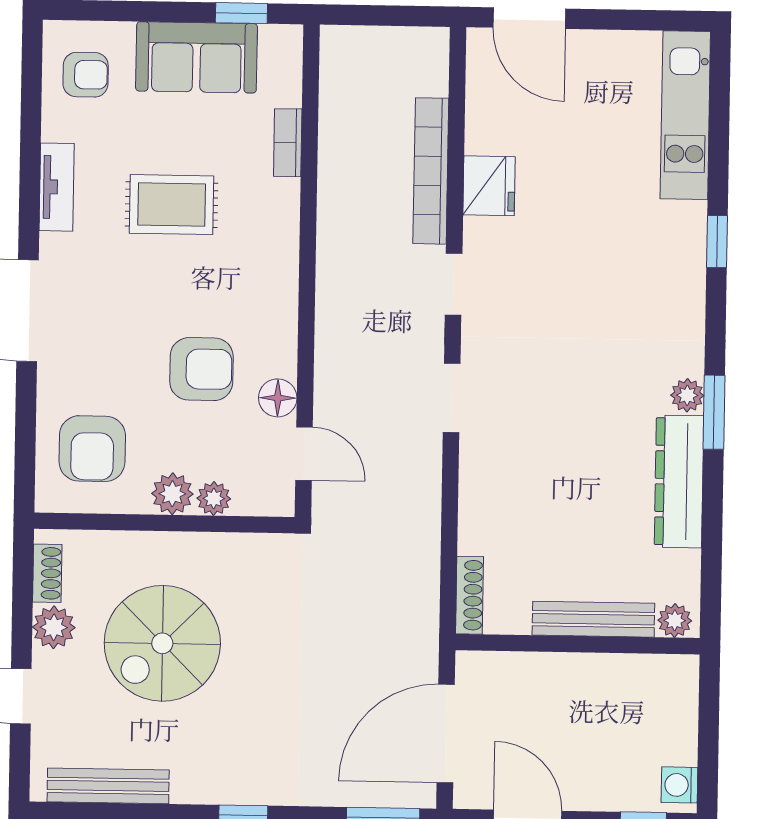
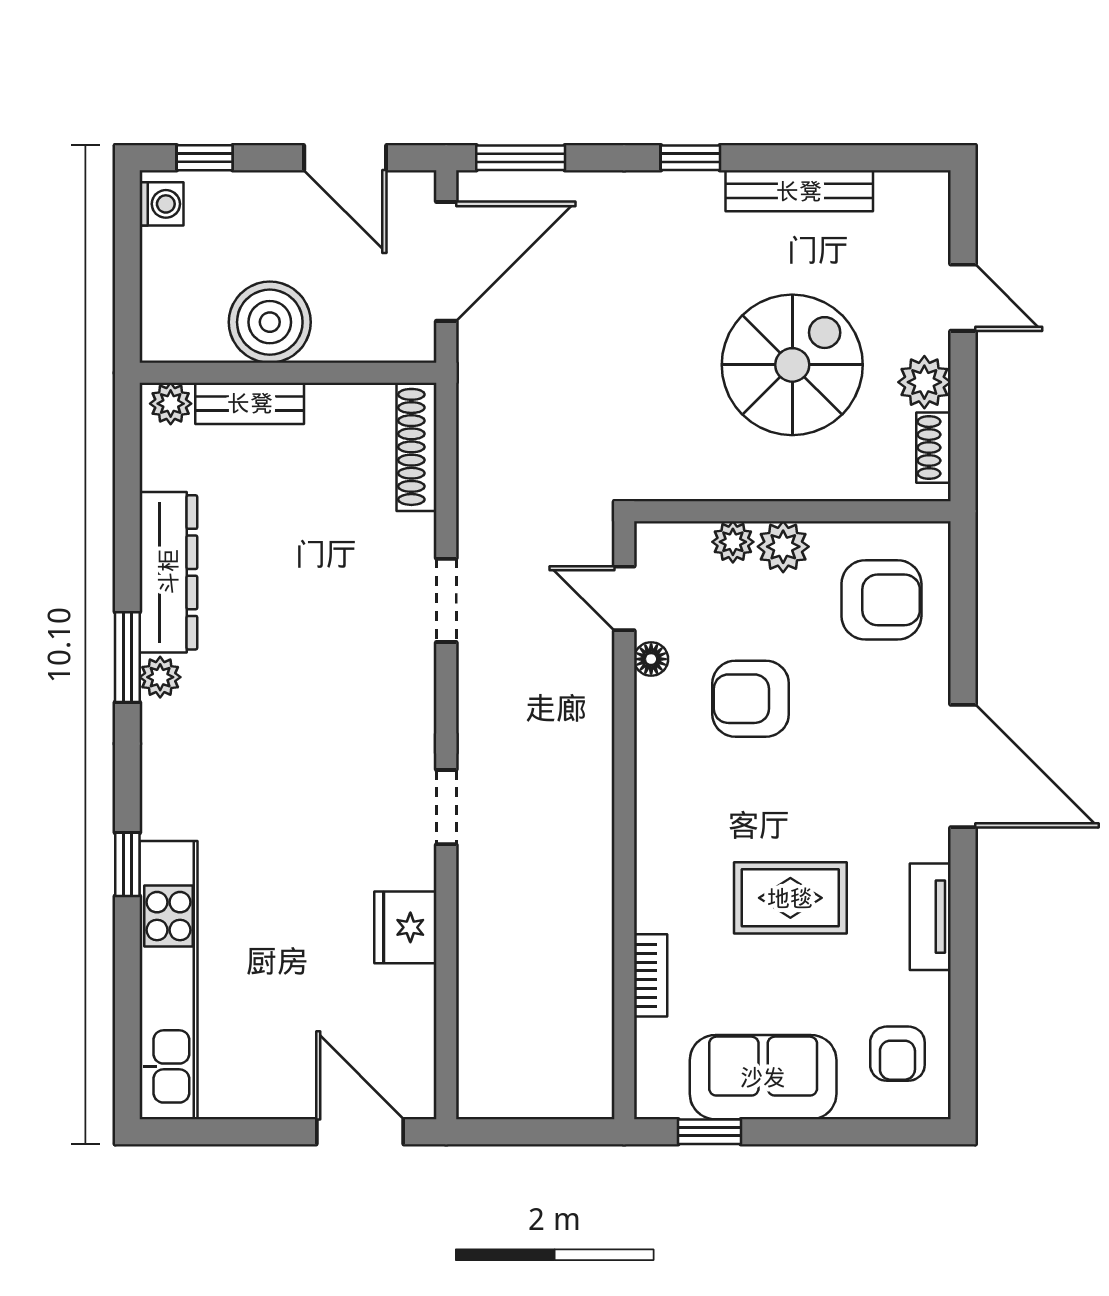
armchair: (86, 75) -> (897, 1054), turned -90
kitchen unit: (685, 115) -> (169, 980), width x1.36
bookcase: (431, 171) -> (476, 944), removed
floor lamp: (278, 398) -> (651, 659), width x0.73, depth x0.73
doorway: (452, 398) -> (446, 600), moved
armchair: (92, 449) -> (881, 600), turned 90
shoe rack: (470, 595) -> (417, 447), width x1.36, depth x1.24
bench: (593, 619) -> (250, 403), width x0.73
boiler: (592, 686) -> (270, 322), added
bench: (108, 786) -> (799, 191), moved

